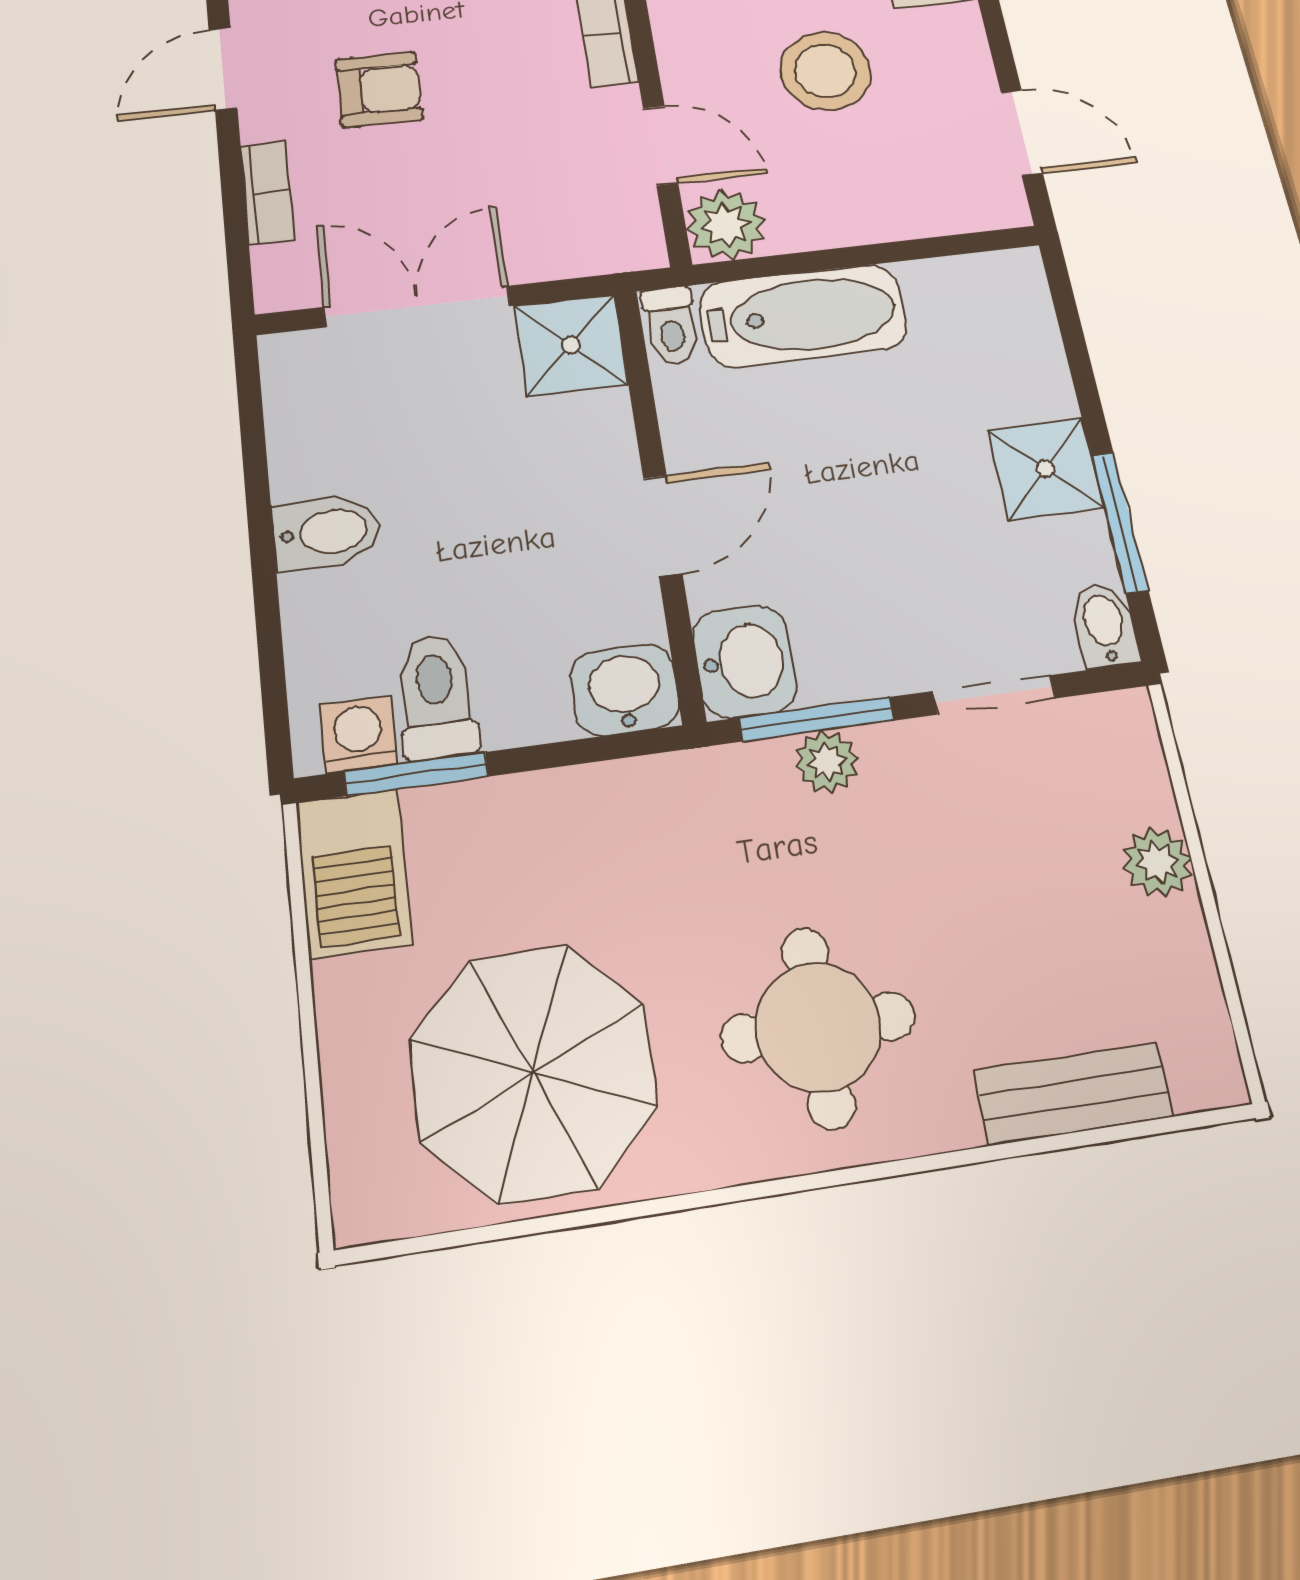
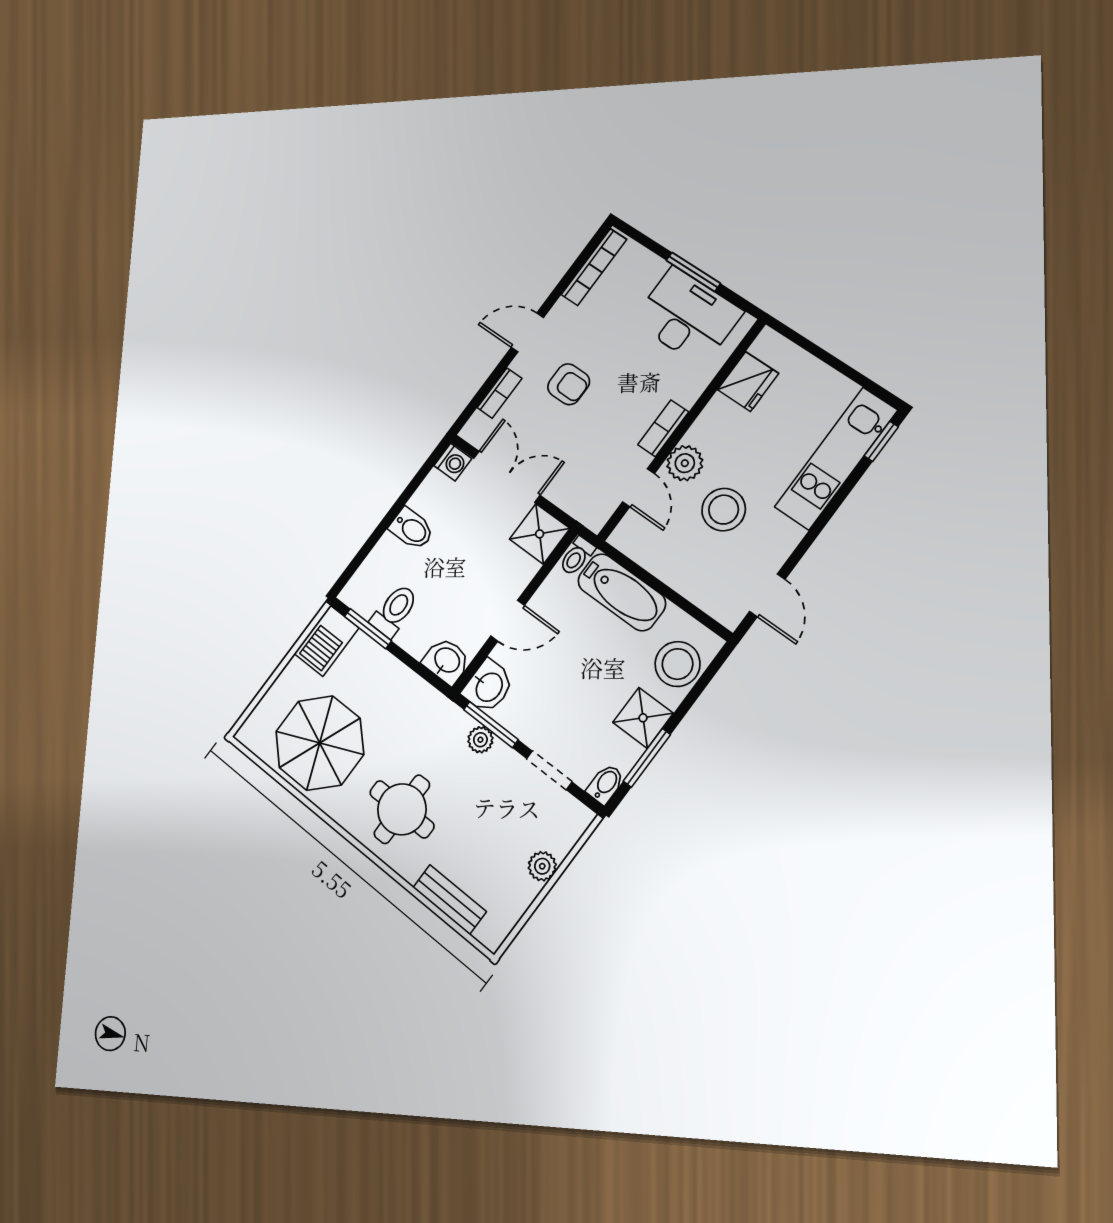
plant: (726, 225) -> (685, 463), moved
stool: (1006, 342) -> (678, 664), added
washing machine: (358, 734) -> (453, 462), moved, turned 90

